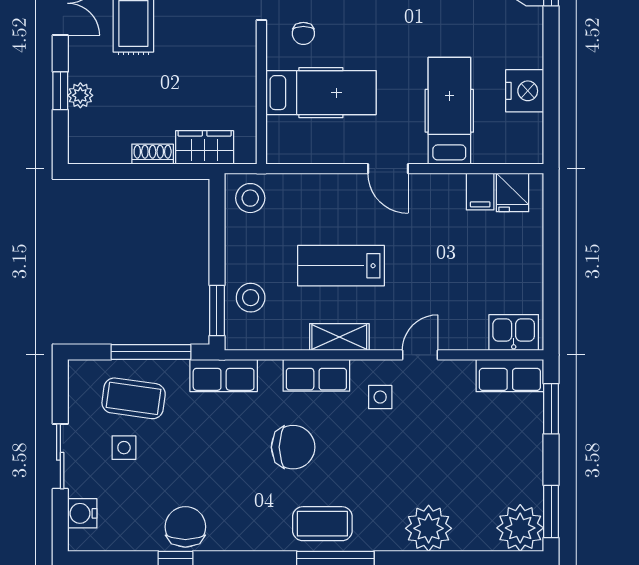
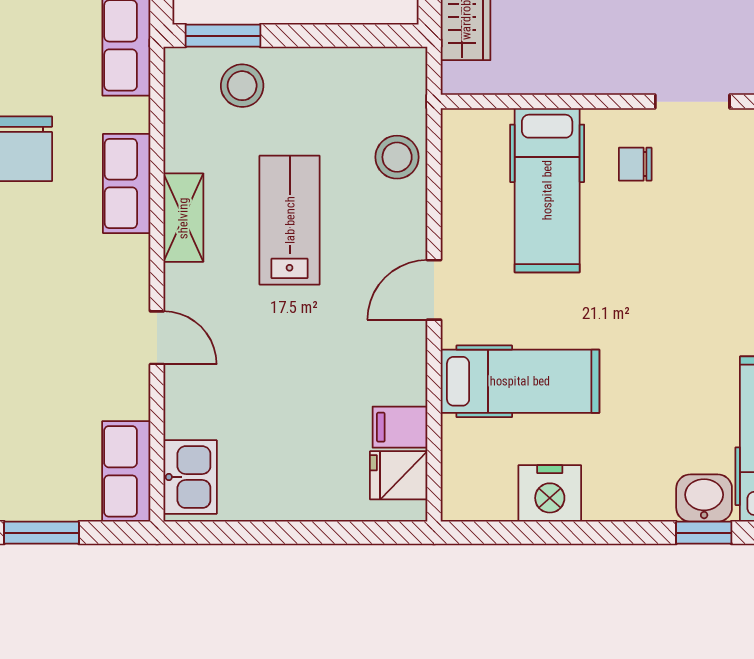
stool: (250, 198) -> (397, 157), moved
side table: (380, 397) -> (94, 278), removed
window: (551, 409) -> (41, 533), moved

